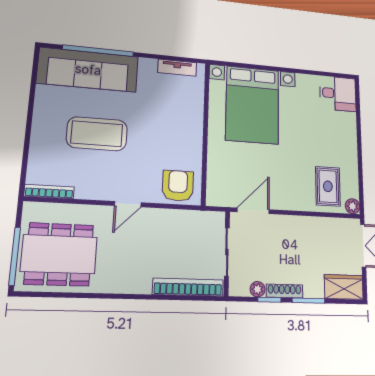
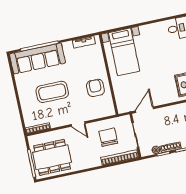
bed with nightstands: (252, 105) -> (124, 52), width x0.73
armchair: (178, 186) -> (95, 88), moved
door: (128, 204) -> (78, 124), hinge flipped
chair: (177, 243) -> (108, 137), added

